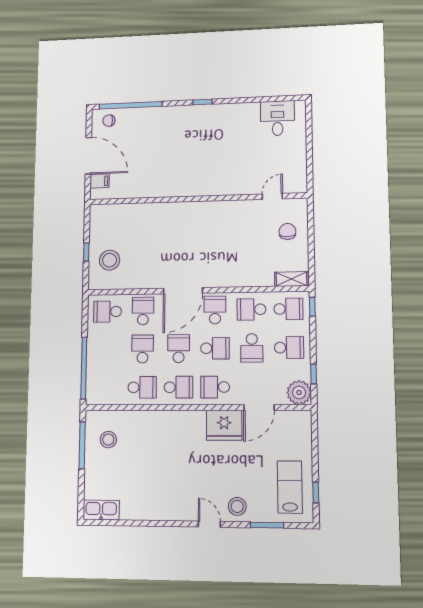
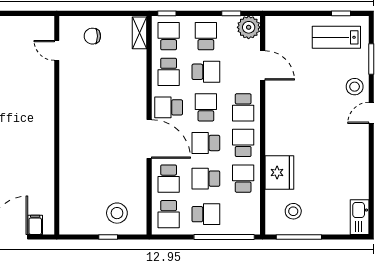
school desk: (143, 311) -> (169, 179), turned -90
school desk: (107, 349) -> (206, 214), added
fridge: (224, 425) -> (279, 172), moved

